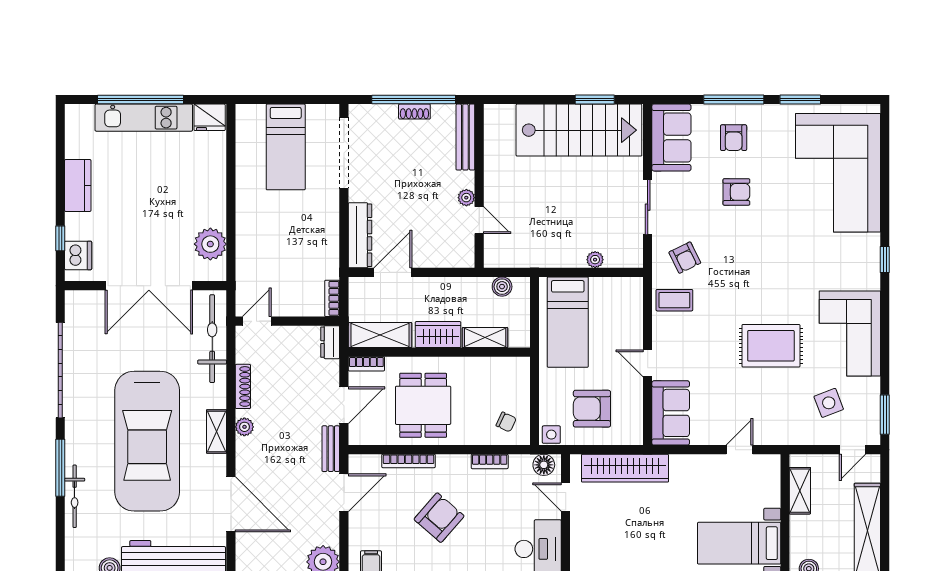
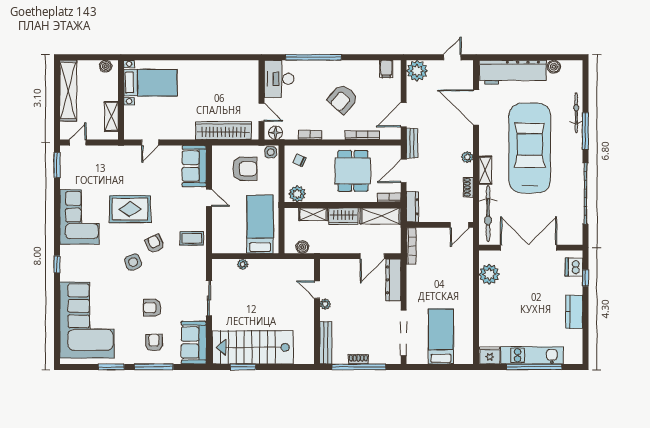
armchair: (685, 258) -> (155, 244), moved
bookcase: (332, 298) -> (411, 246), width x1.56
dresser: (330, 342) -> (412, 207), width x1.44
plant: (510, 370) -> (297, 194), added
shoe rack: (243, 386) -> (468, 187), width x0.70
side table: (829, 403) -> (133, 262), moved
shelving: (217, 431) -> (485, 170), moved

